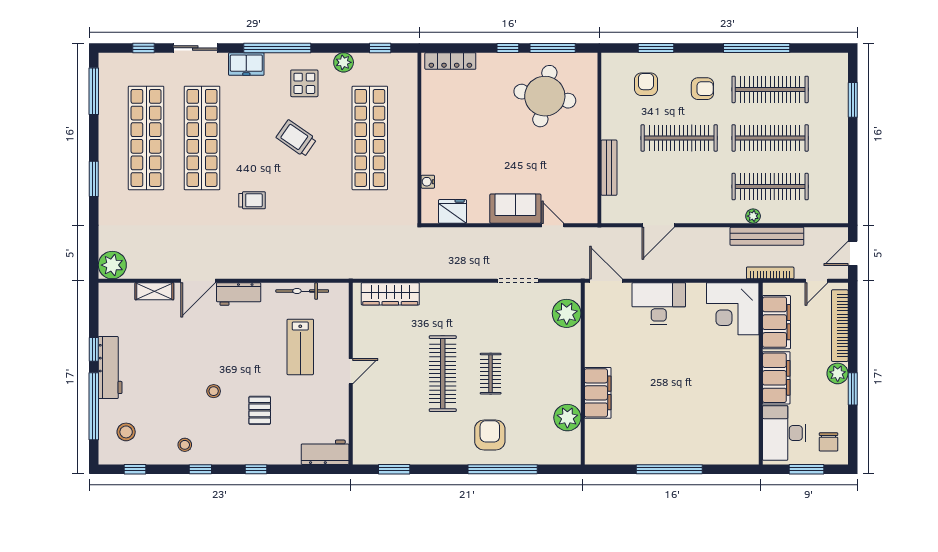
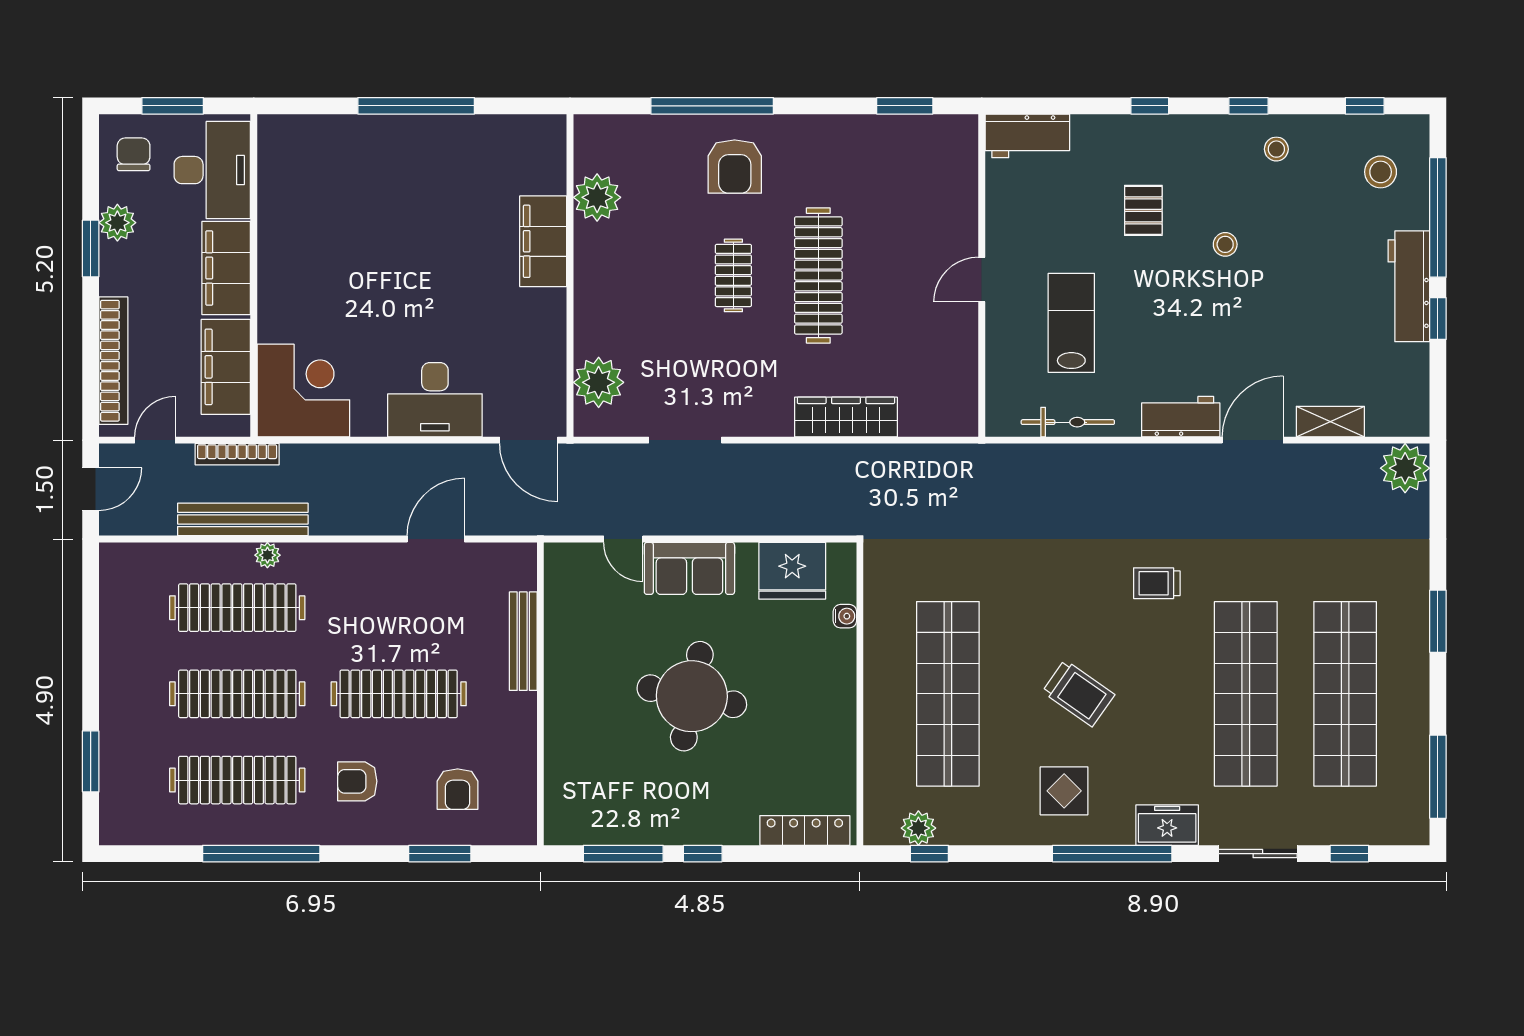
plant: (344, 62) -> (918, 828), moved
round table: (545, 96) -> (692, 696), moved
fridge: (452, 211) -> (792, 571), width x1.36, depth x1.34
wardrobe: (390, 294) -> (846, 417), moved
plant: (838, 373) -> (117, 223), moved

